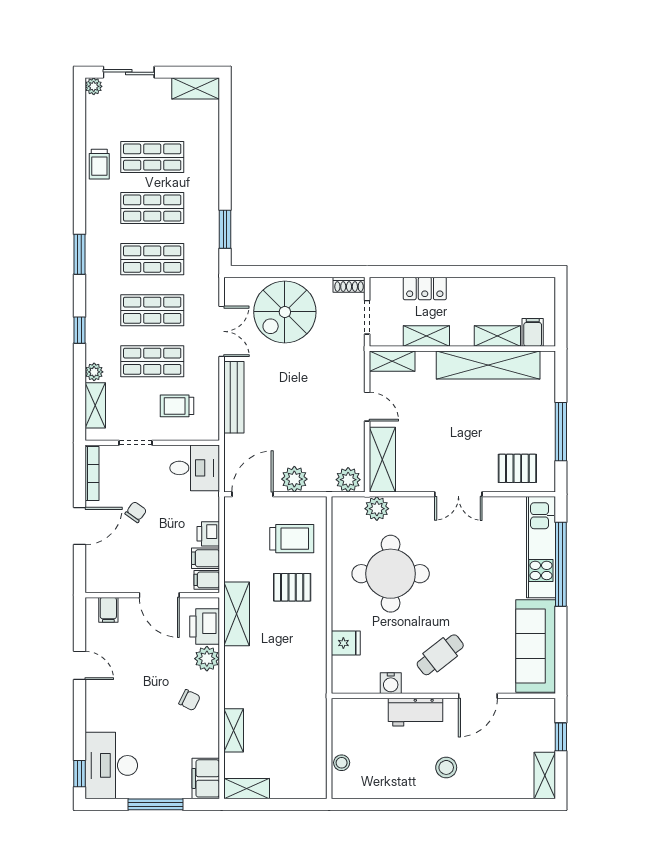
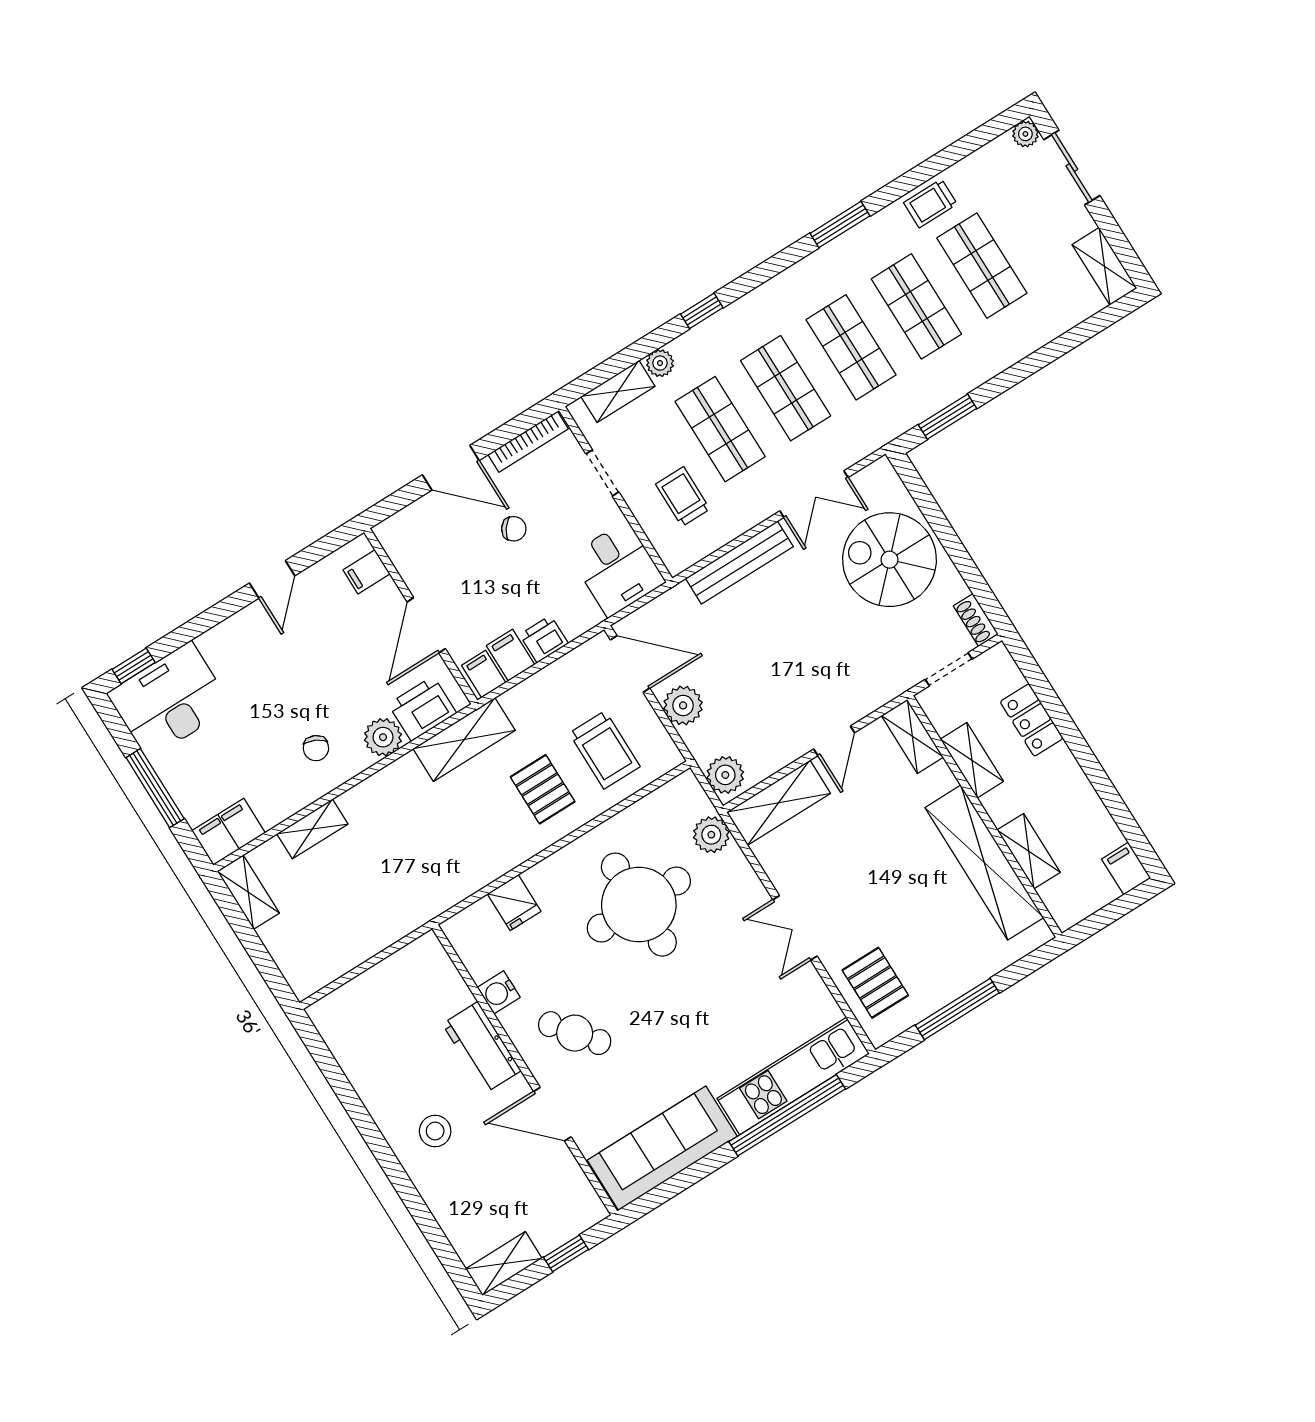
window: (79, 254) -> (840, 225), moved
filing cabinet: (533, 332) -> (1126, 869), moved, turned -90
stool: (342, 763) -> (357, 993), removed

